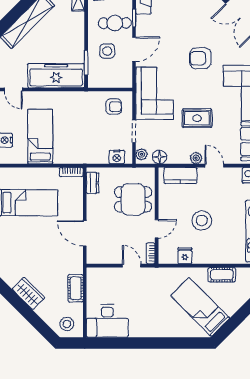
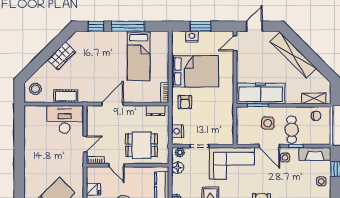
side table: (148, 31) -> (285, 158), added
freezer: (56, 76) -> (261, 93), moved, turned -90
armchair: (114, 107) -> (185, 102), moved
bed: (40, 137) -> (195, 71), width x1.50
dining table: (133, 199) -> (141, 145), turned 90
desk: (107, 321) -> (65, 119), moved, turned 90

